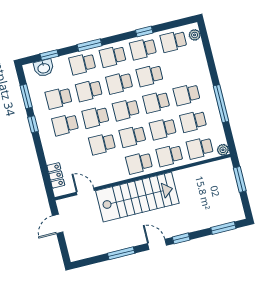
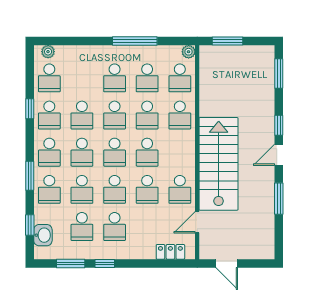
school desk: (139, 163) -> (180, 189), moved

